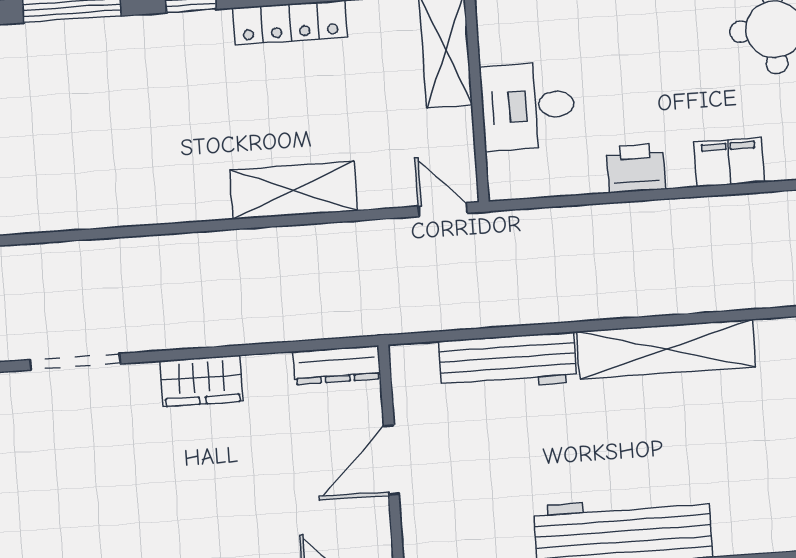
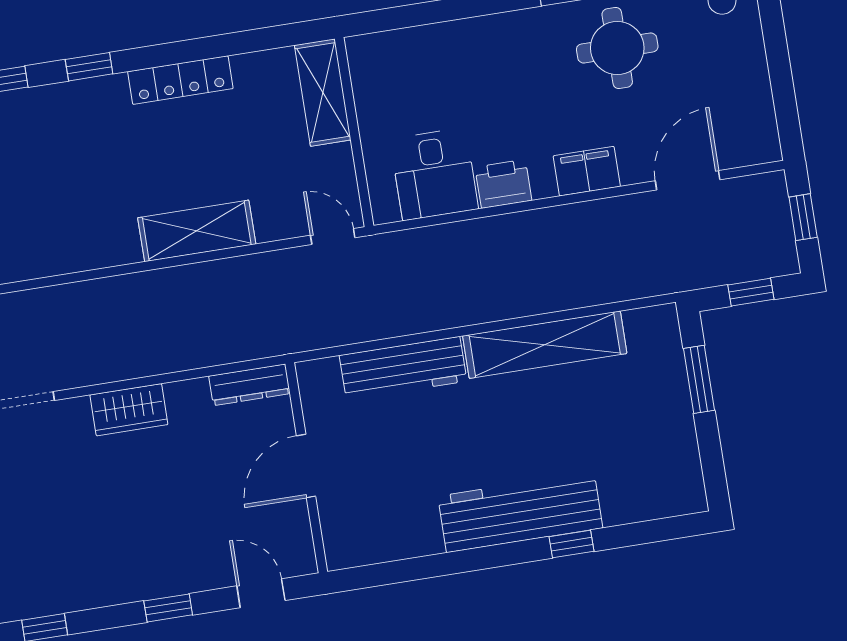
desk: (528, 106) -> (434, 174), moved, turned -90

